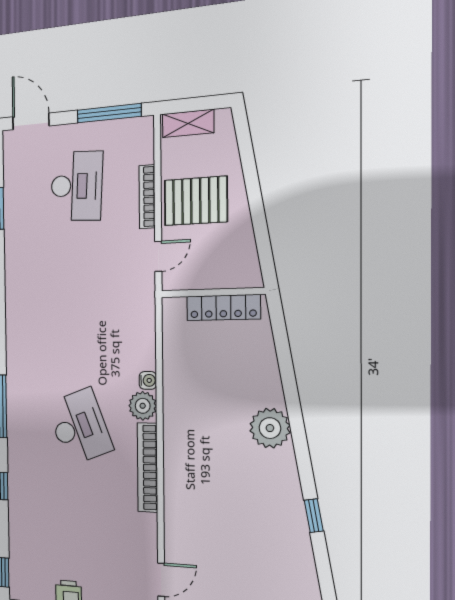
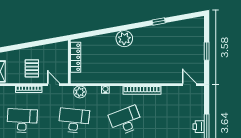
pallet: (196, 201) -> (32, 68), width x0.67, depth x0.71
desk: (78, 307) -> (74, 121), added
plant: (143, 406) -> (80, 92), moved

